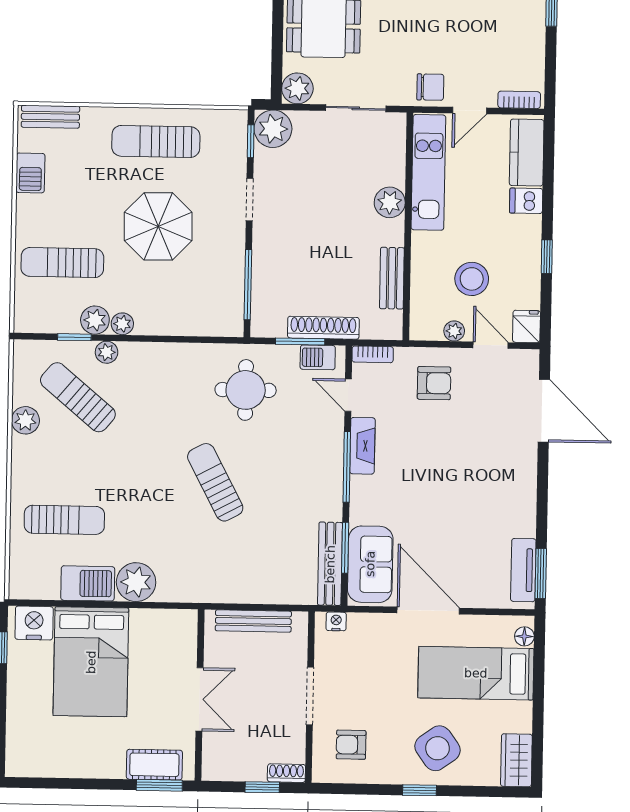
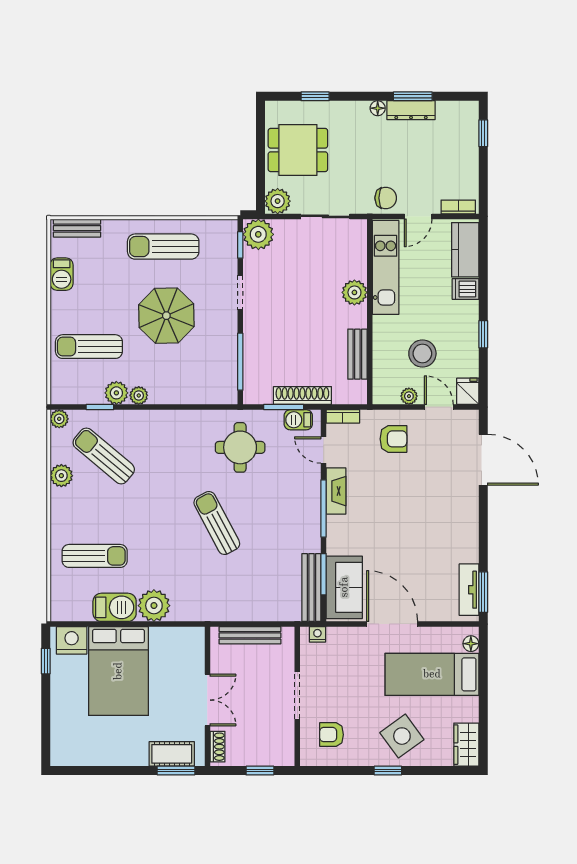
plant: (107, 352) -> (59, 419), moved
shoe rack: (286, 773) -> (218, 747), moved, turned 90

